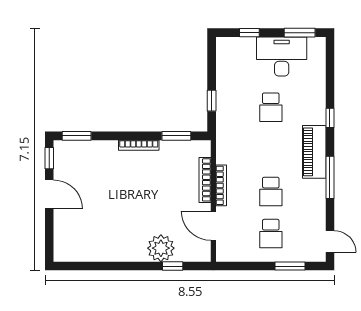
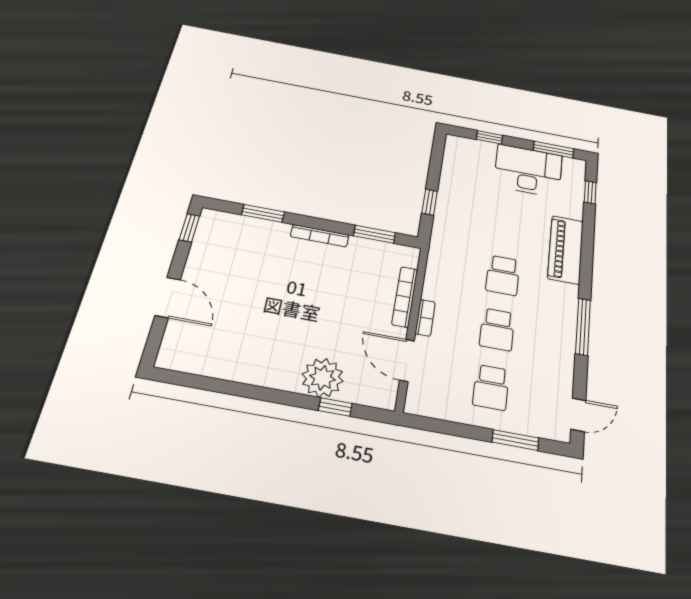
school desk: (271, 107) -> (503, 275), moved
window: (330, 118) -> (590, 192), moved
window: (77, 136) -> (263, 213), moved
piano: (314, 152) -> (566, 250), moved
bookcase: (221, 185) -> (425, 318), width x0.64
door: (49, 194) -> (168, 297), moved
door: (330, 241) -> (578, 415), hinge flipped

